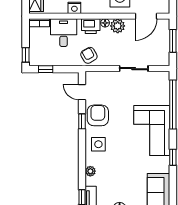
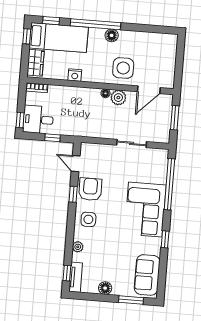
printer: (91, 26) -> (90, 96), removed
desk: (64, 33) -> (38, 120), moved, turned -90
armchair: (89, 55) -> (86, 126), removed
window: (46, 69) -> (53, 138), moved

